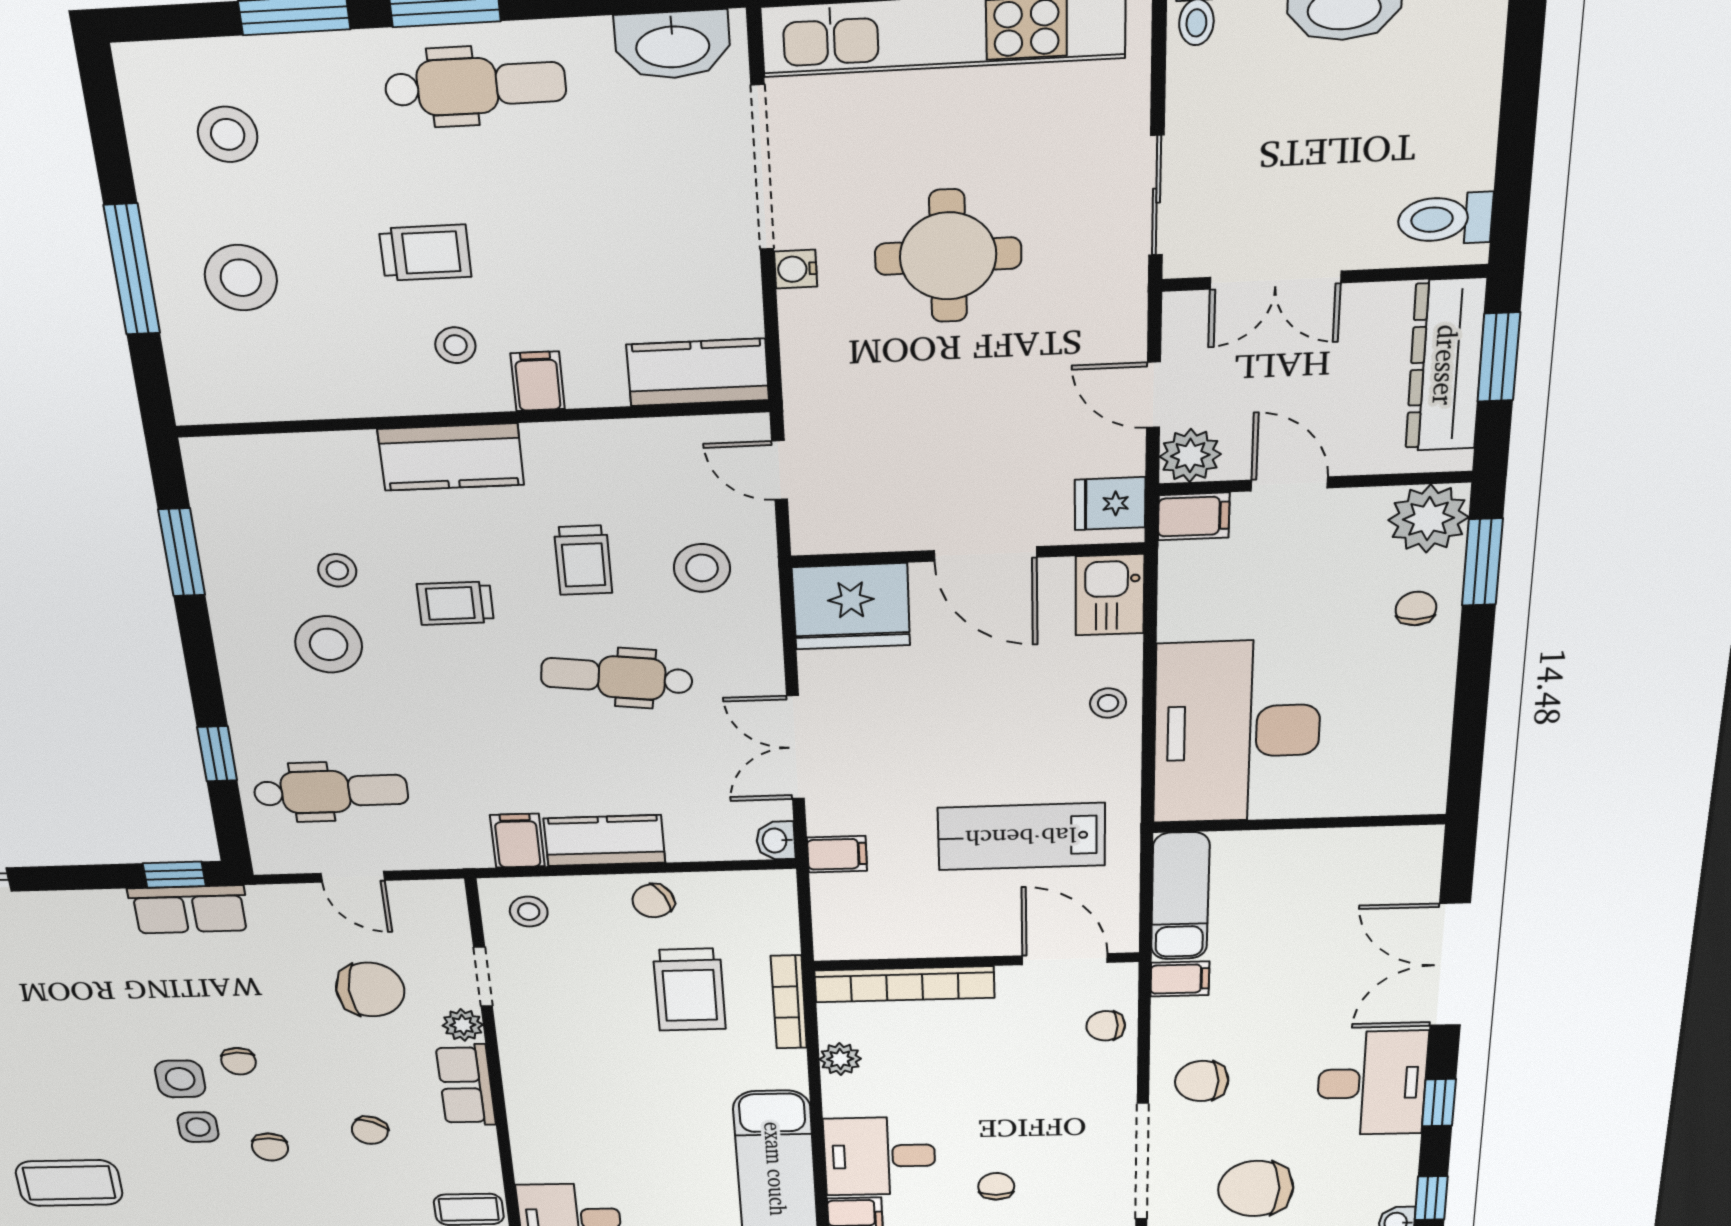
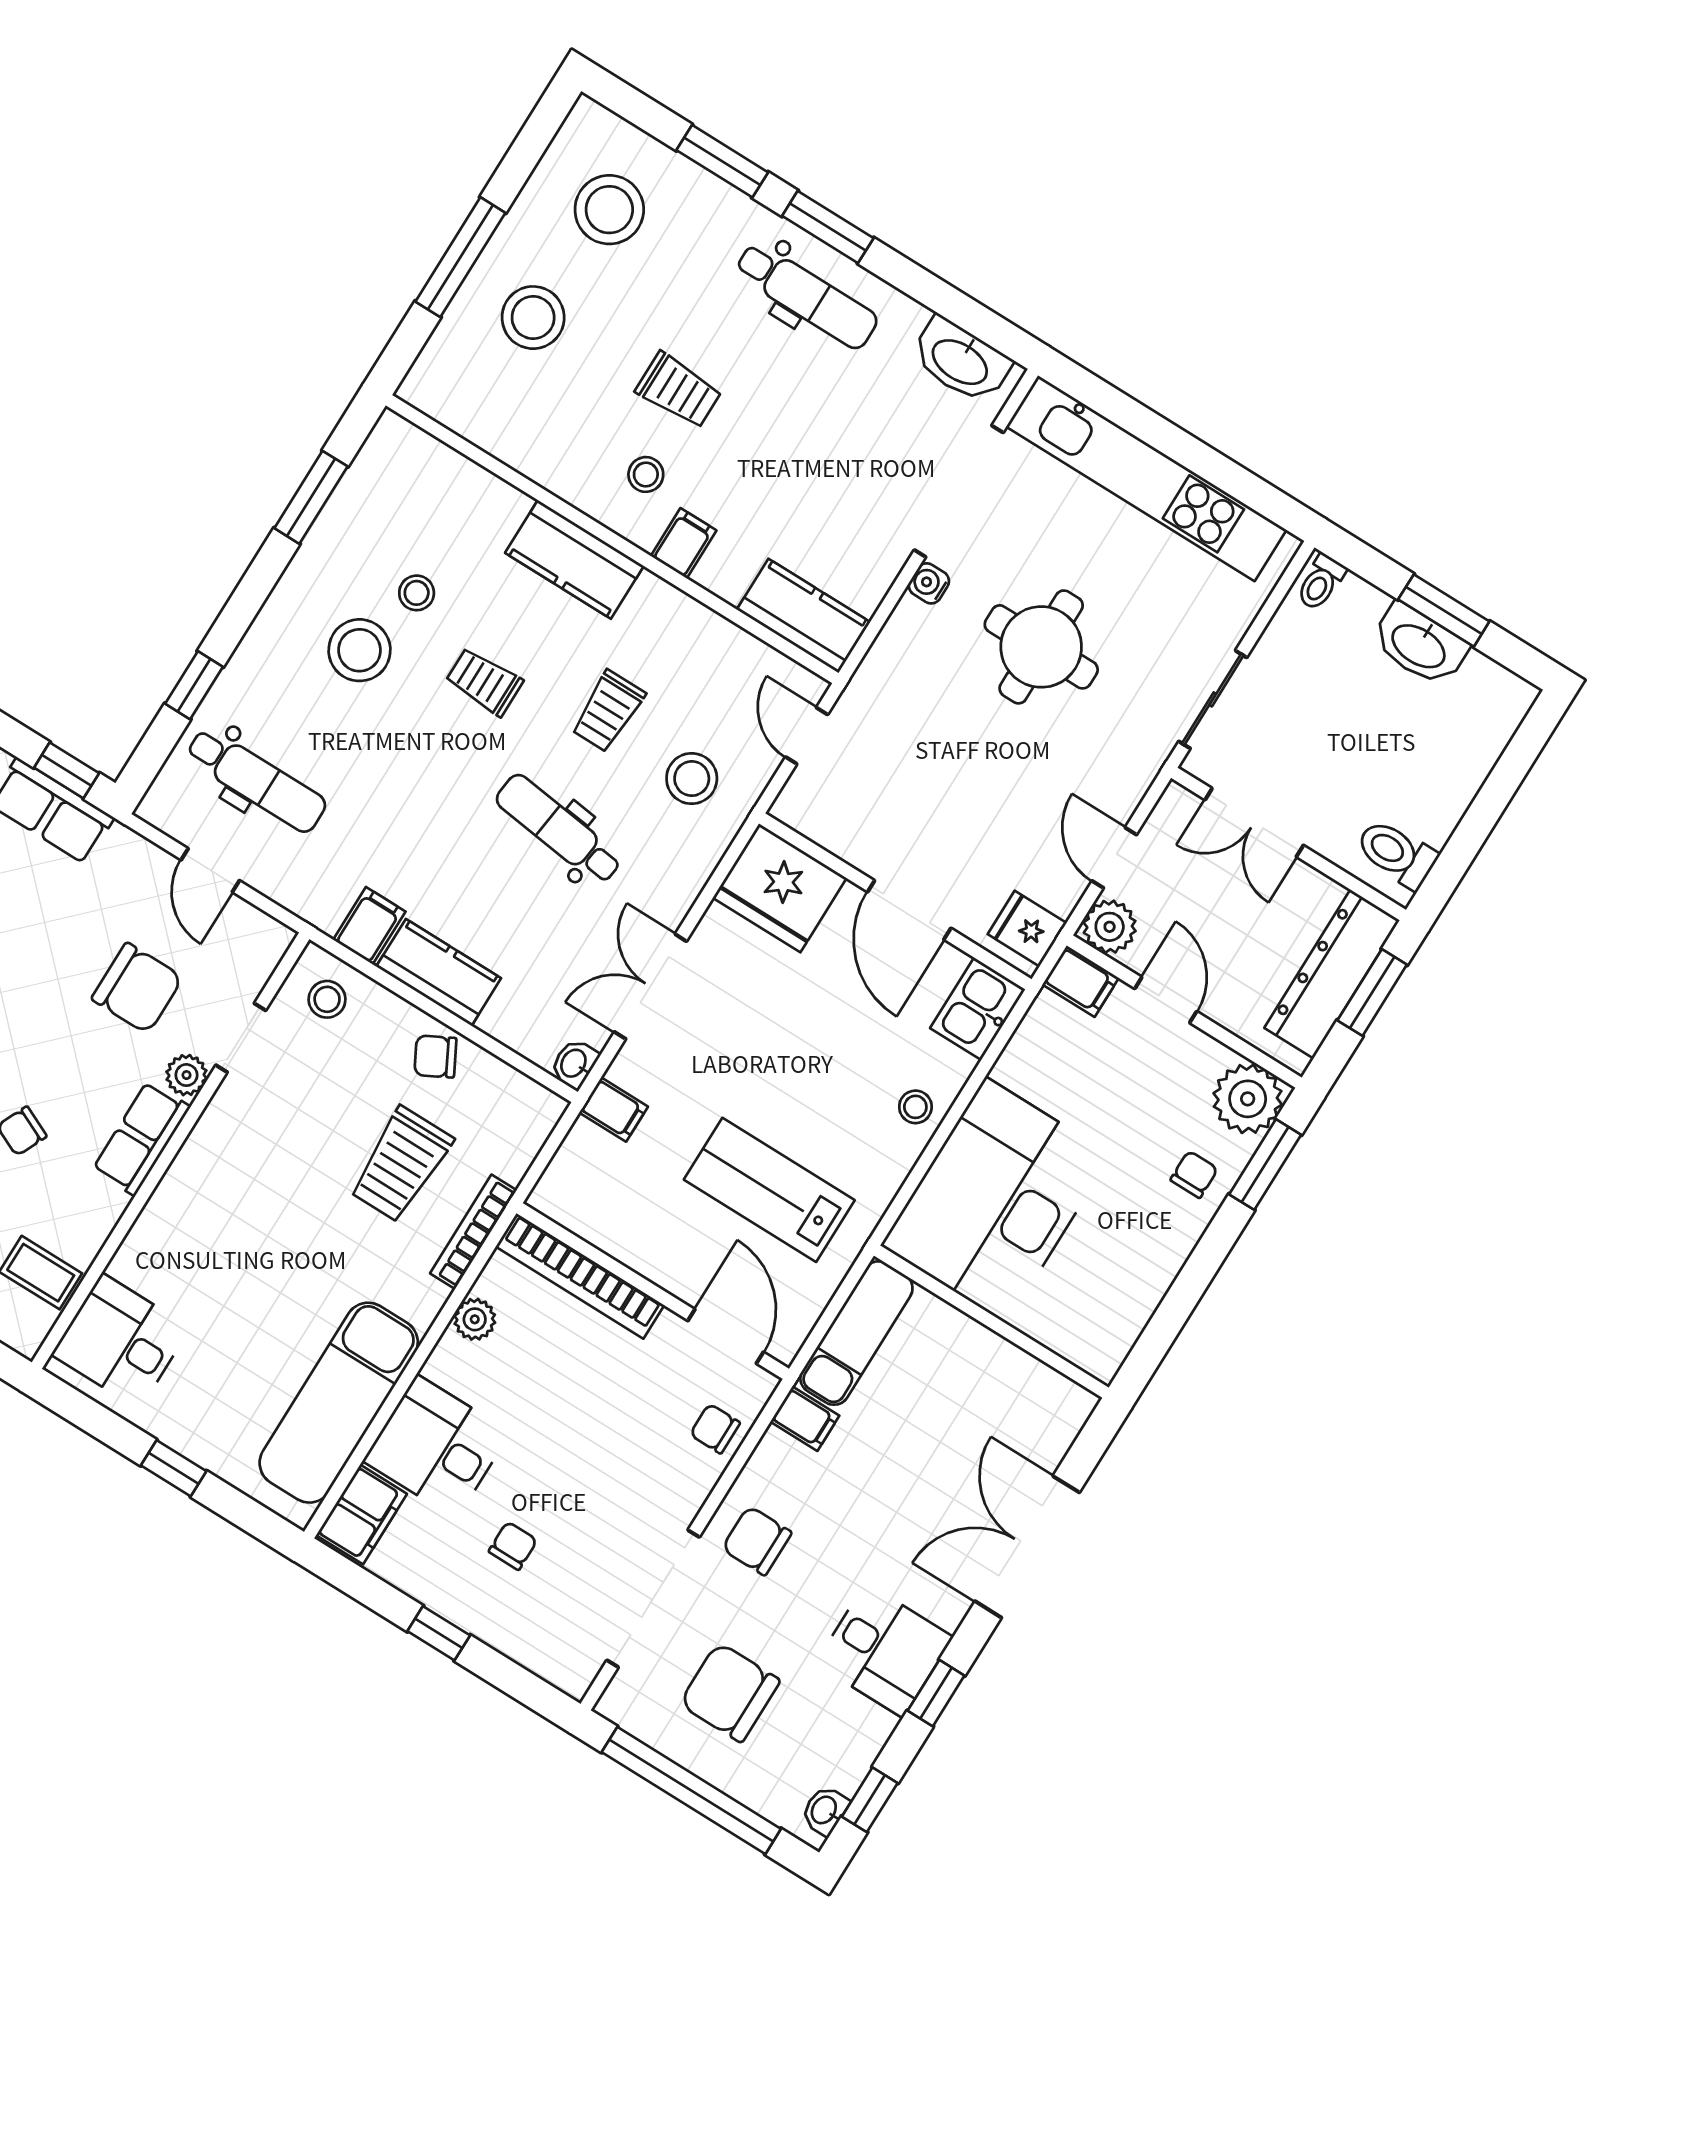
stool: (228, 134) -> (609, 210), width x1.38, depth x1.38
desk: (1372, 1083) -> (884, 1650), width x0.73

